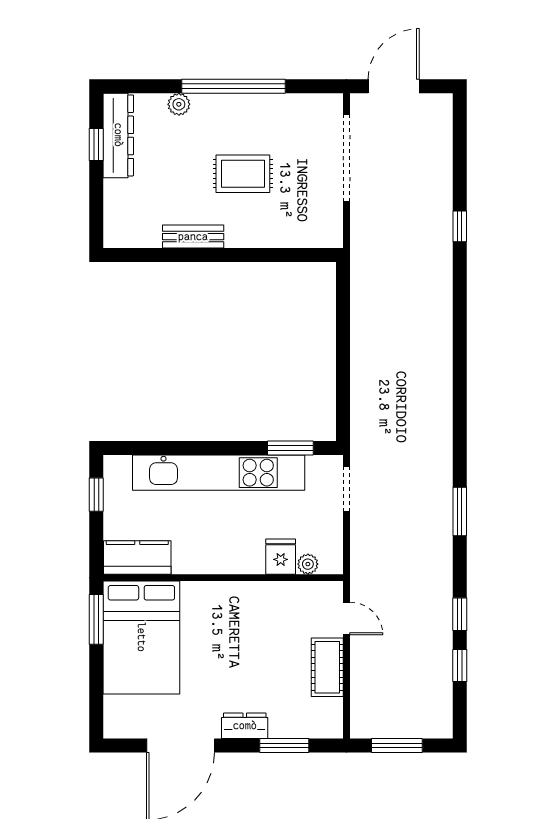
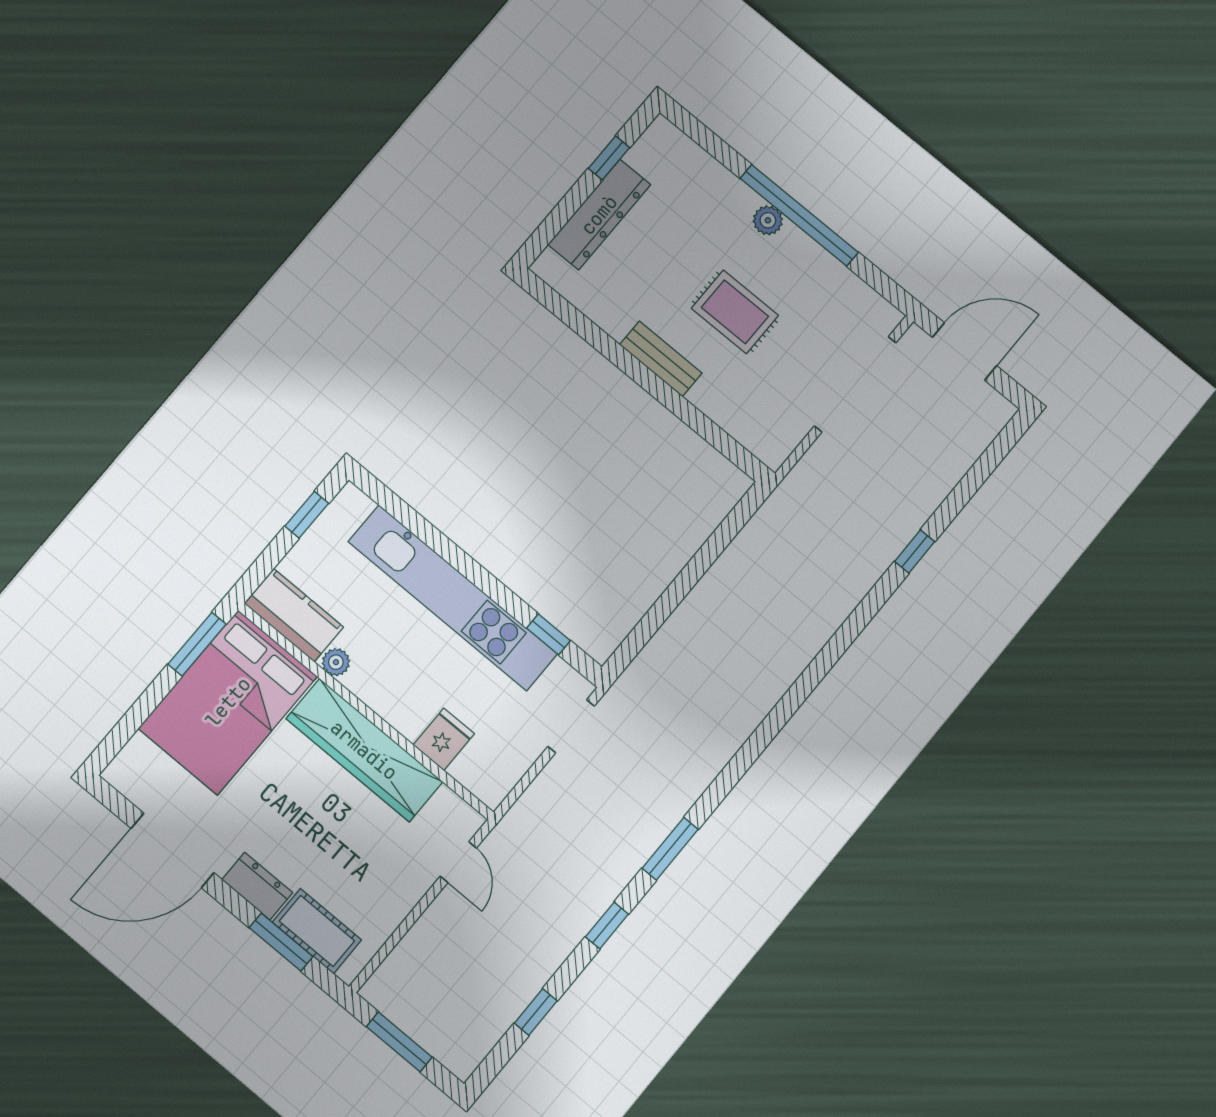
plant: (179, 104) -> (768, 220), moved
dresser: (118, 135) -> (599, 215), moved
bench: (193, 237) -> (661, 359), moved
window: (290, 448) -> (548, 634), width x0.67
plant: (308, 564) -> (336, 662), moved
wardrobe: (241, 600) -> (364, 750), added
window: (460, 614) -> (607, 925), moved
cot: (327, 667) -> (317, 931), moved, turned 90

